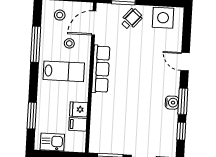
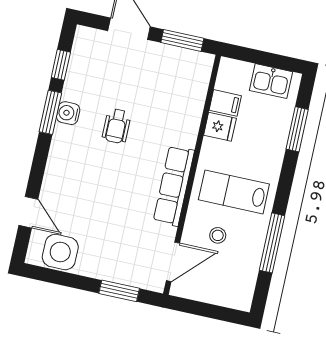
stool: (60, 15) -> (226, 283), removed
wheelchair: (131, 19) -> (116, 126), moved, turned -41
door: (185, 62) -> (28, 212), moved

